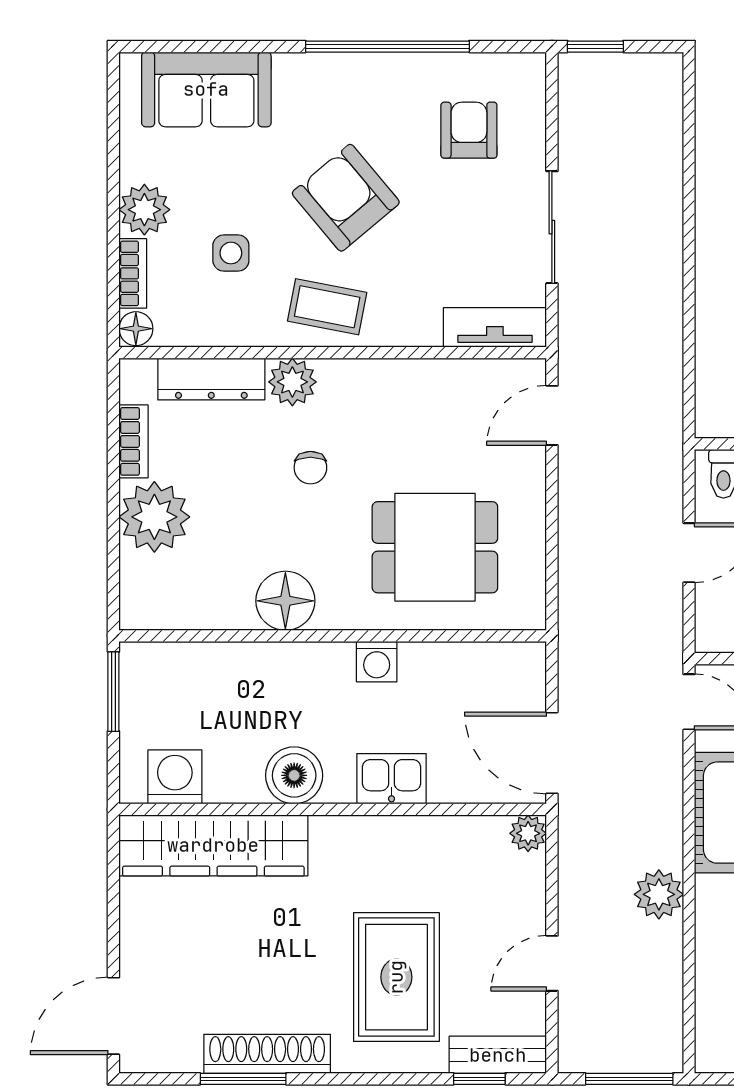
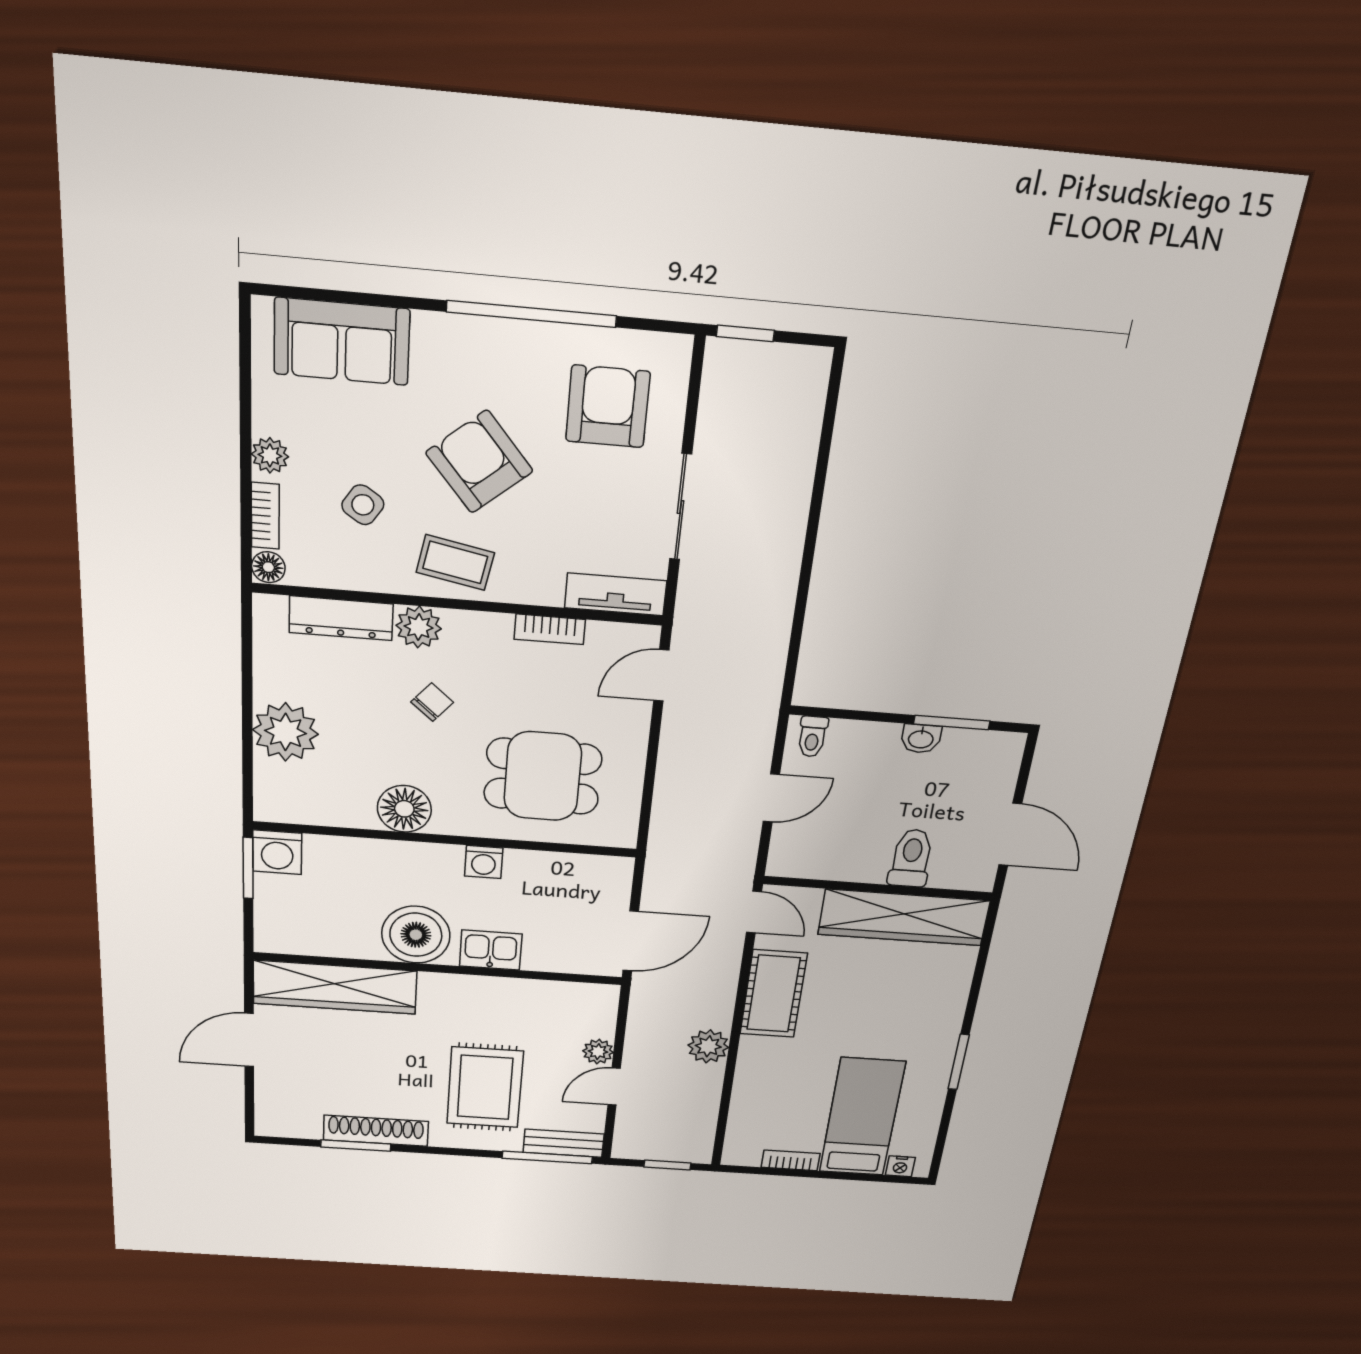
armchair: (469, 130) -> (608, 406), width x1.38, depth x1.38
plant: (144, 210) -> (270, 455), width x0.73, depth x0.73
side table: (231, 253) -> (363, 505), turned 34
bookcase: (133, 441) -> (550, 629), moved, turned 90
chair: (310, 468) -> (432, 702), turned -139
door: (552, 753) -> (631, 941), swing flipped
boiler: (294, 775) -> (416, 935), width x1.37, depth x1.37
washing machine: (175, 777) -> (277, 852), moved, turned 180
plant: (528, 833) -> (598, 1052), moved
door: (113, 1016) -> (249, 1040), moved
window: (479, 1079) -> (547, 1157), width x2.17
window: (629, 1079) -> (667, 1165), width x0.67

